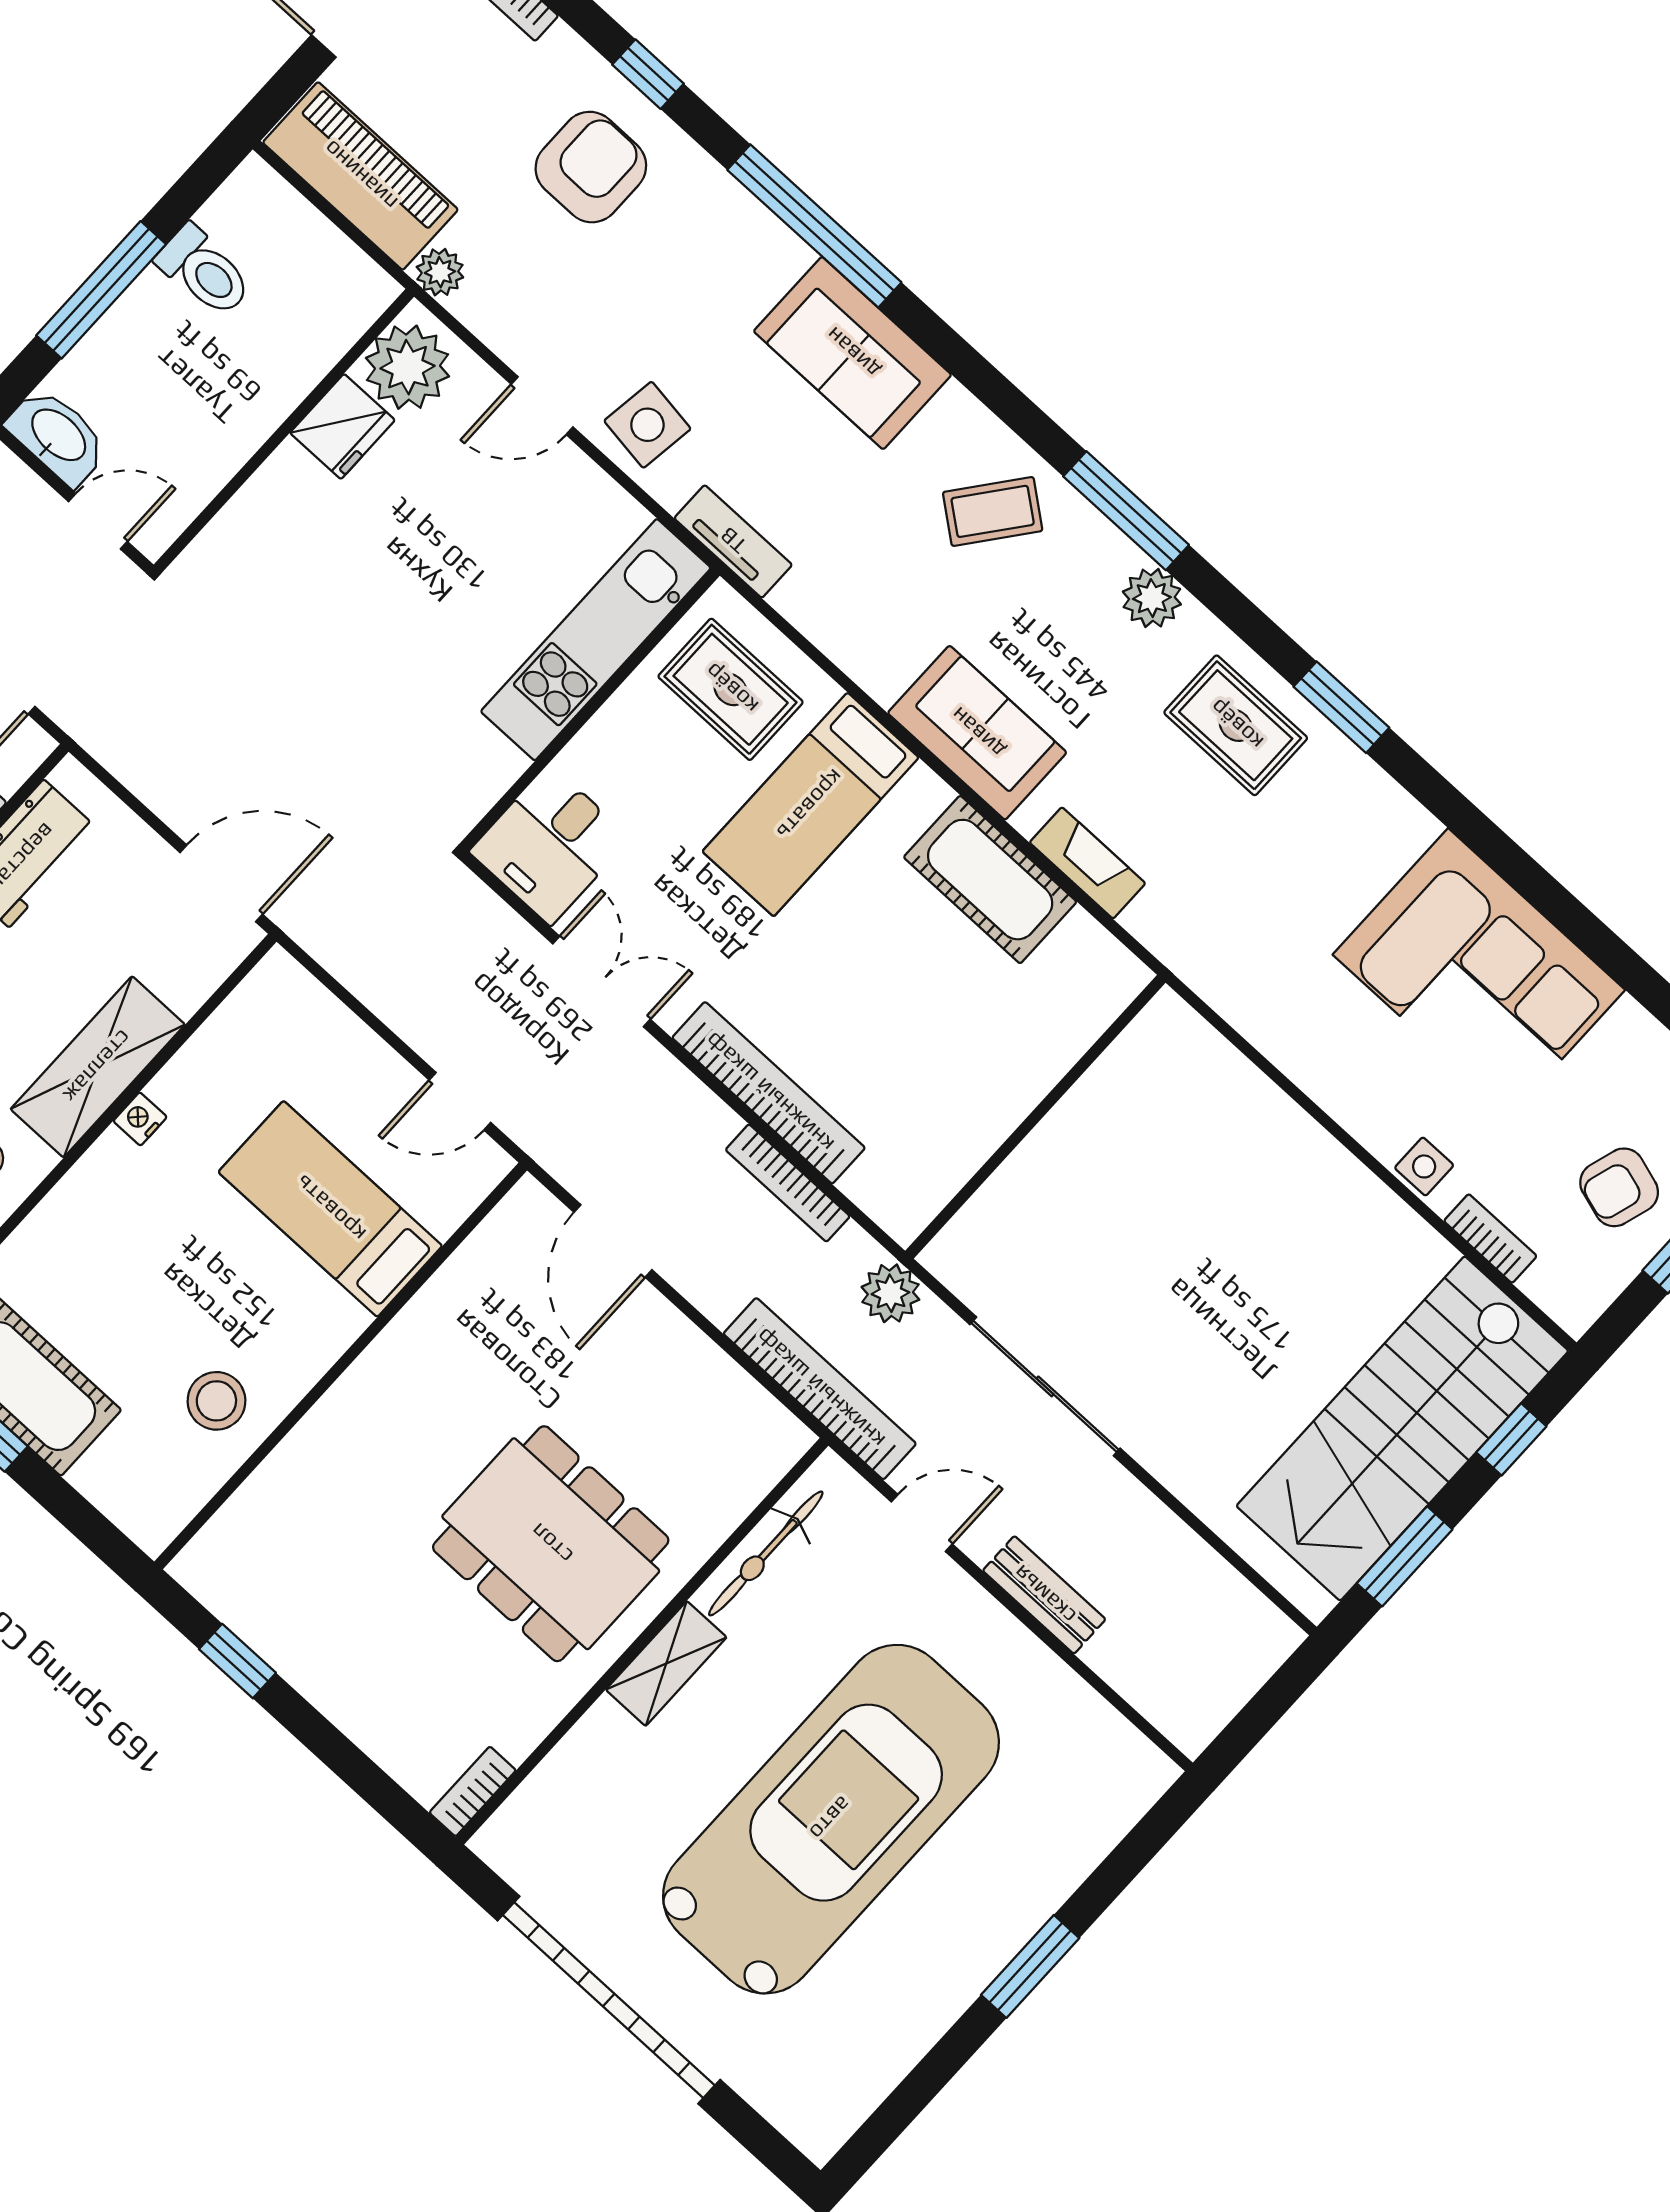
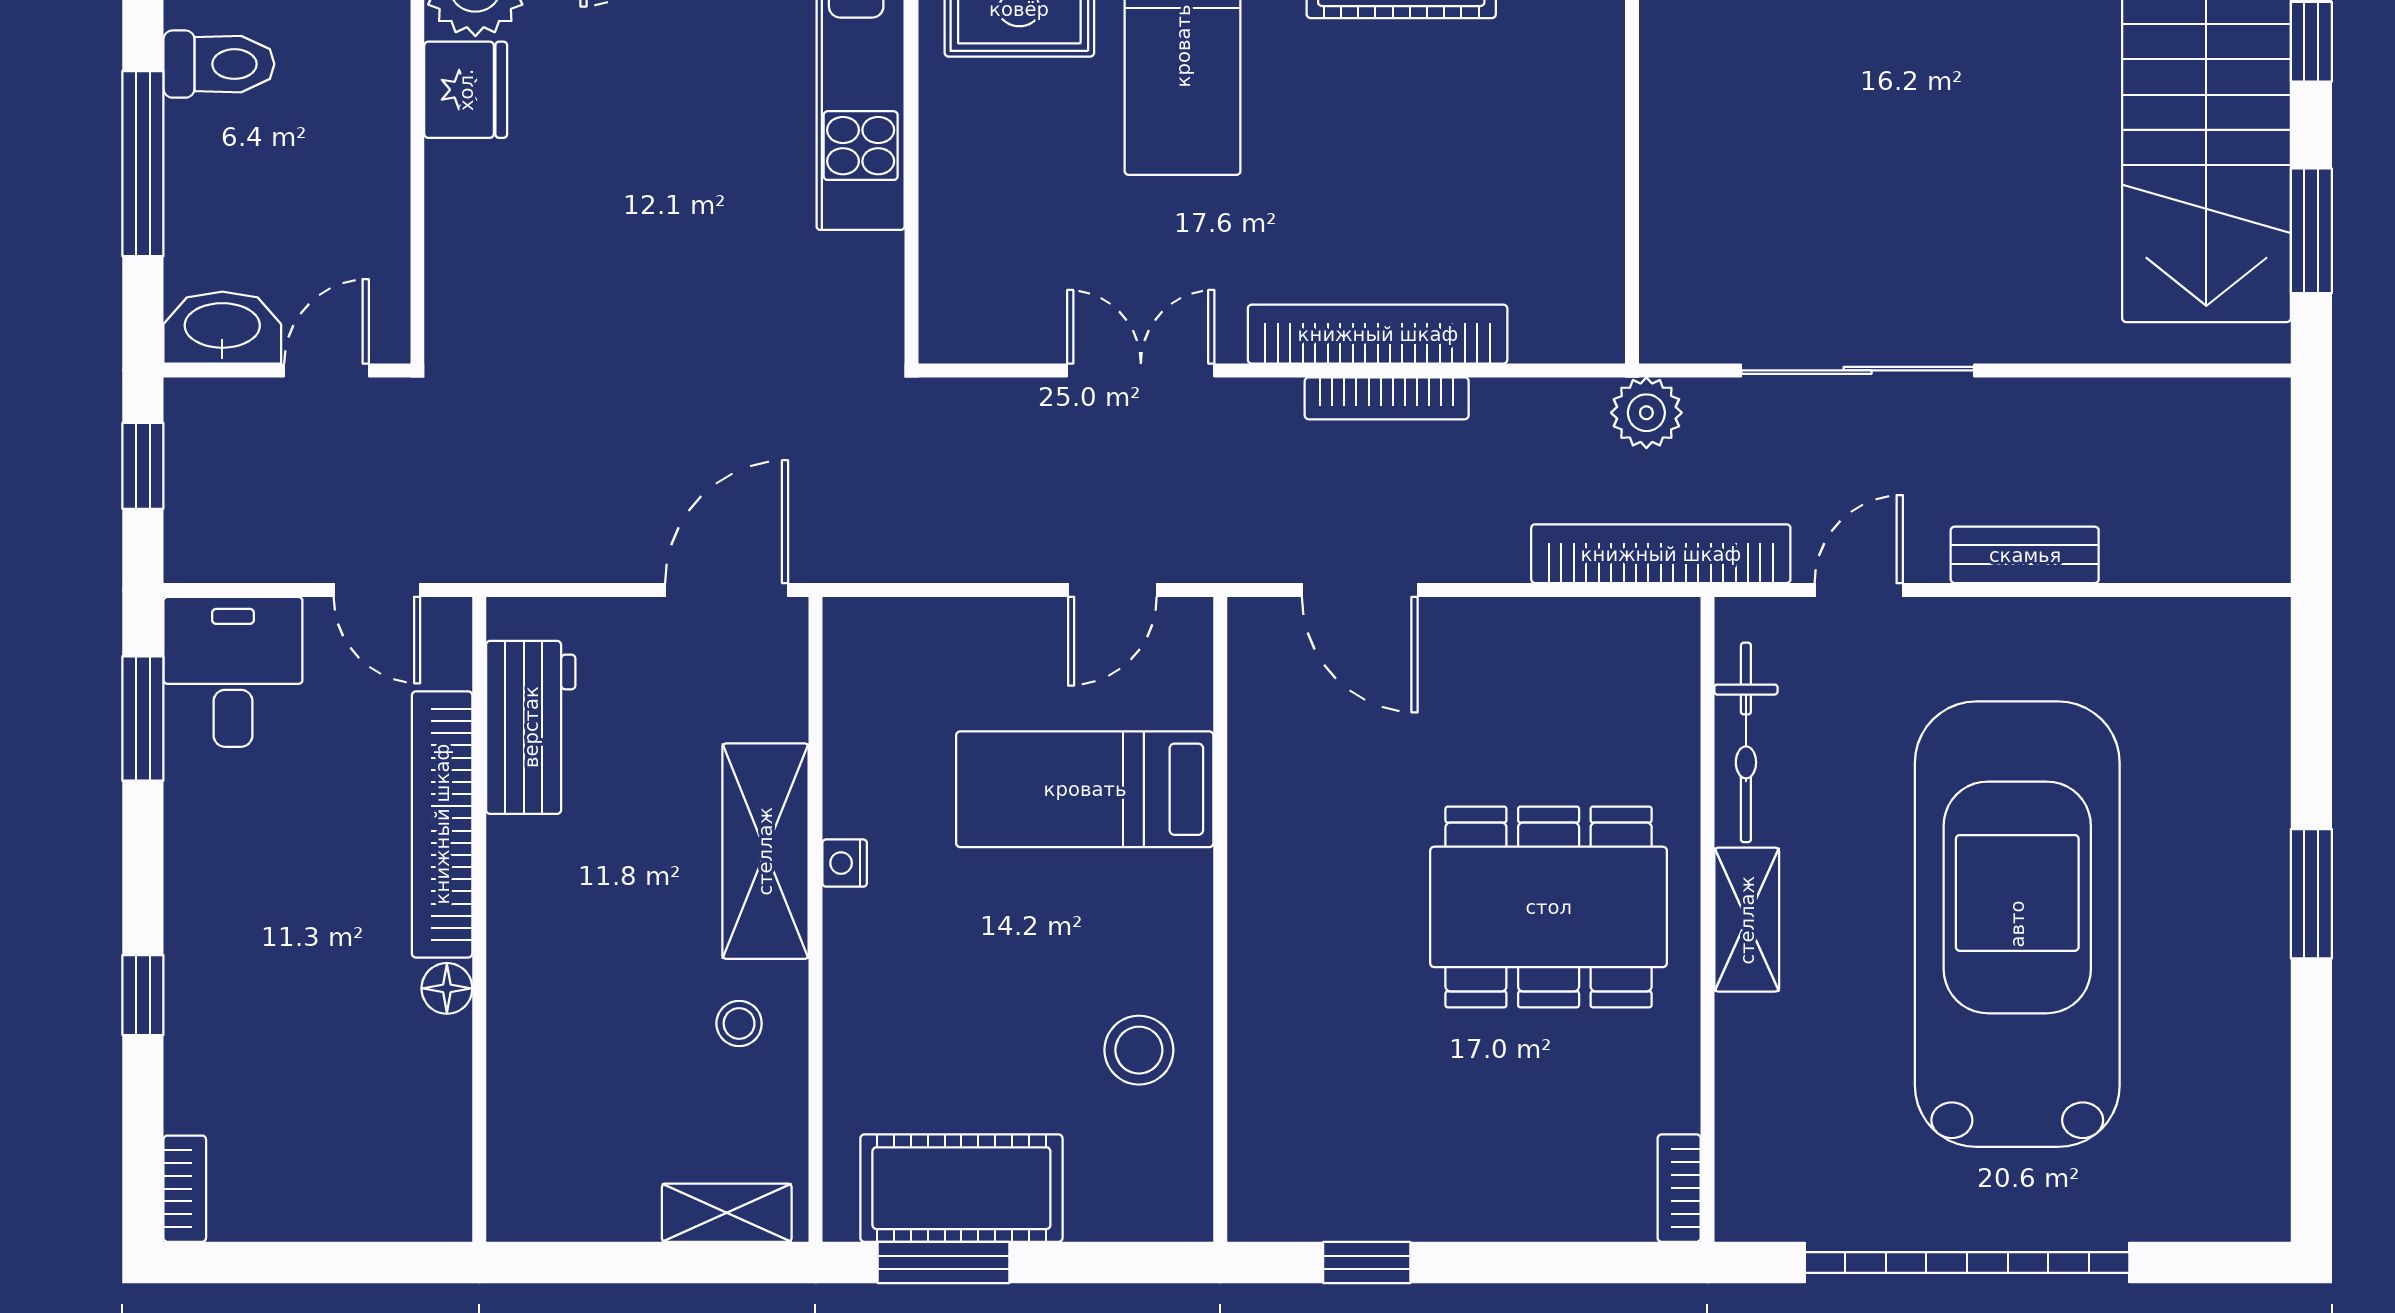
desk: (550, 845) -> (985, 291), removed
bookcase: (788, 1183) -> (1387, 398), moved

